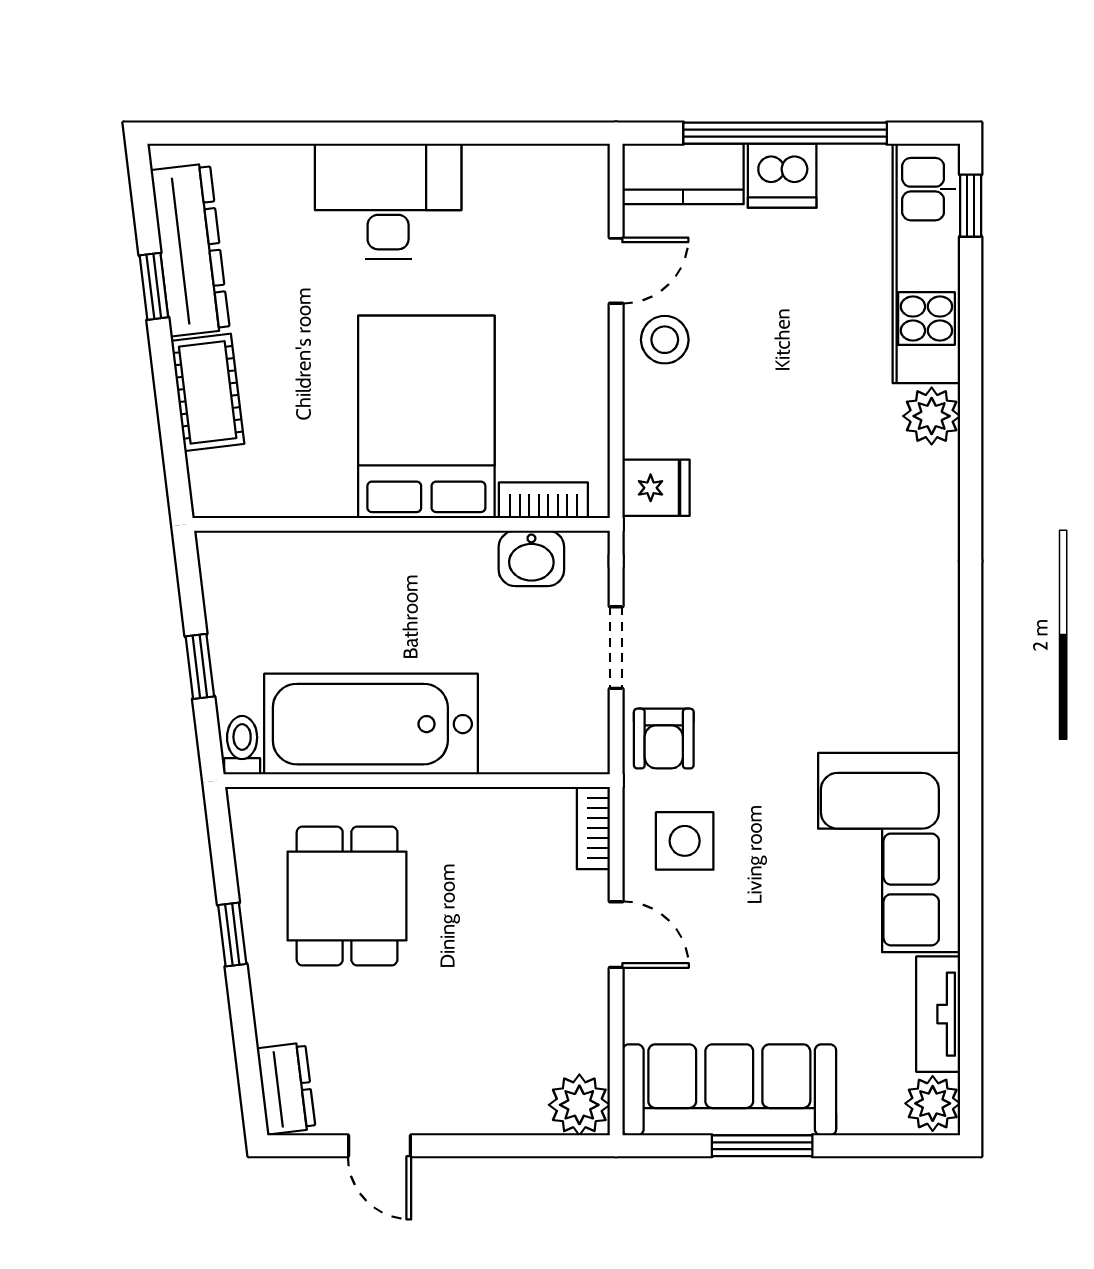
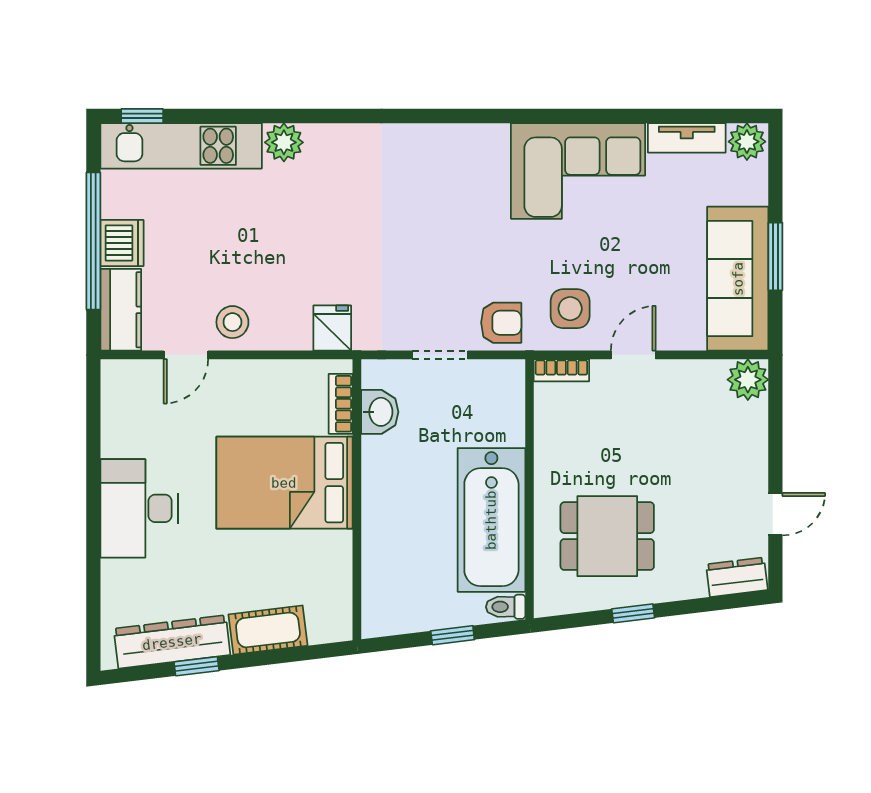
door: (616, 271) -> (186, 355), swing flipped

